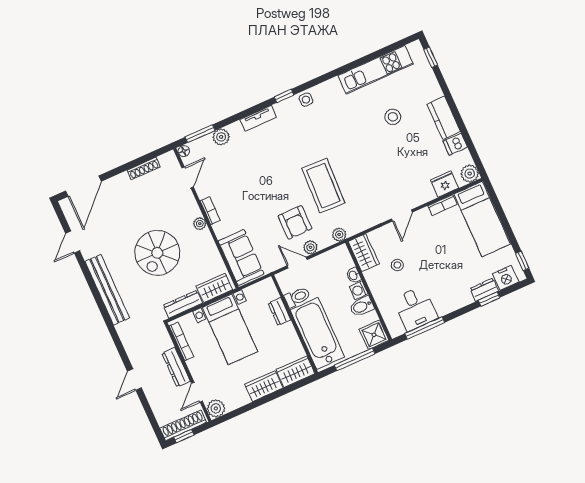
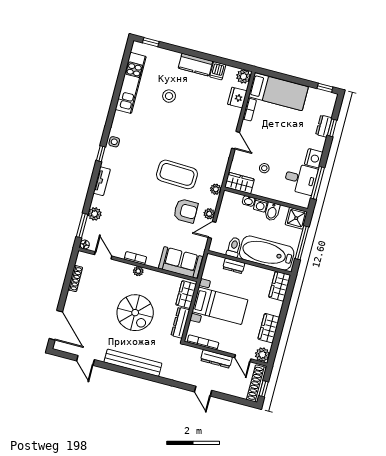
nightstand: (506, 278) -> (314, 158), moved
wardrobe: (264, 386) -> (269, 328), moved

